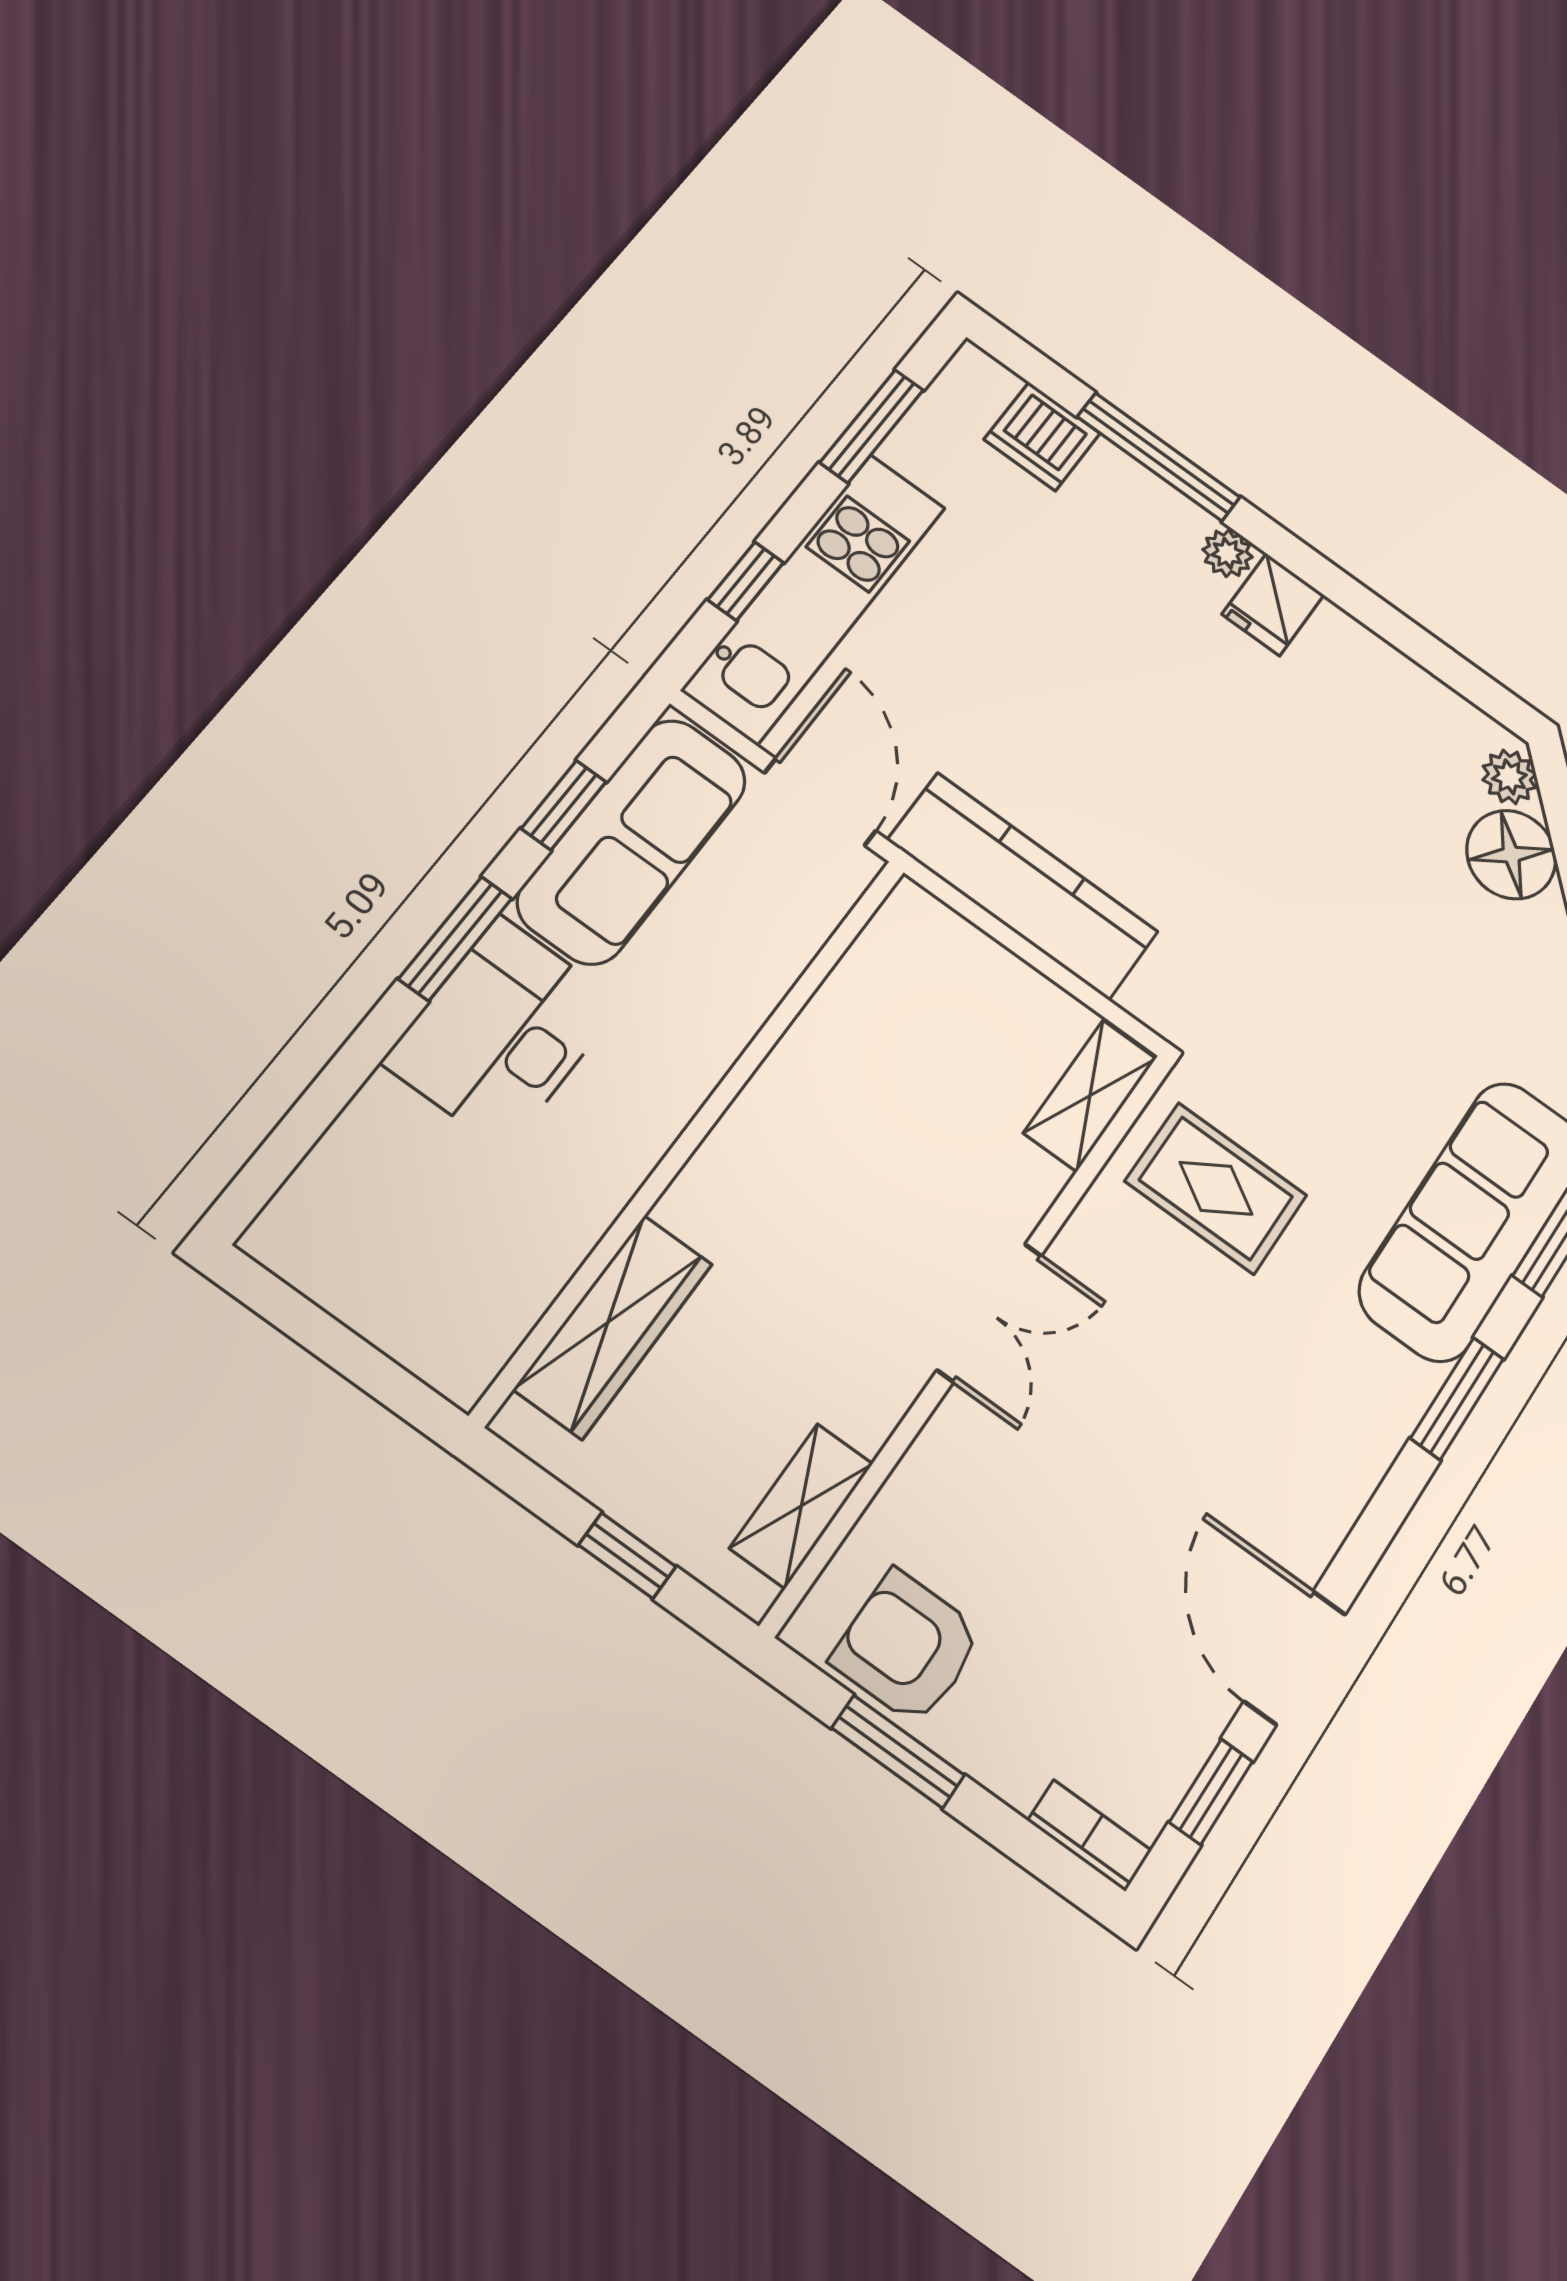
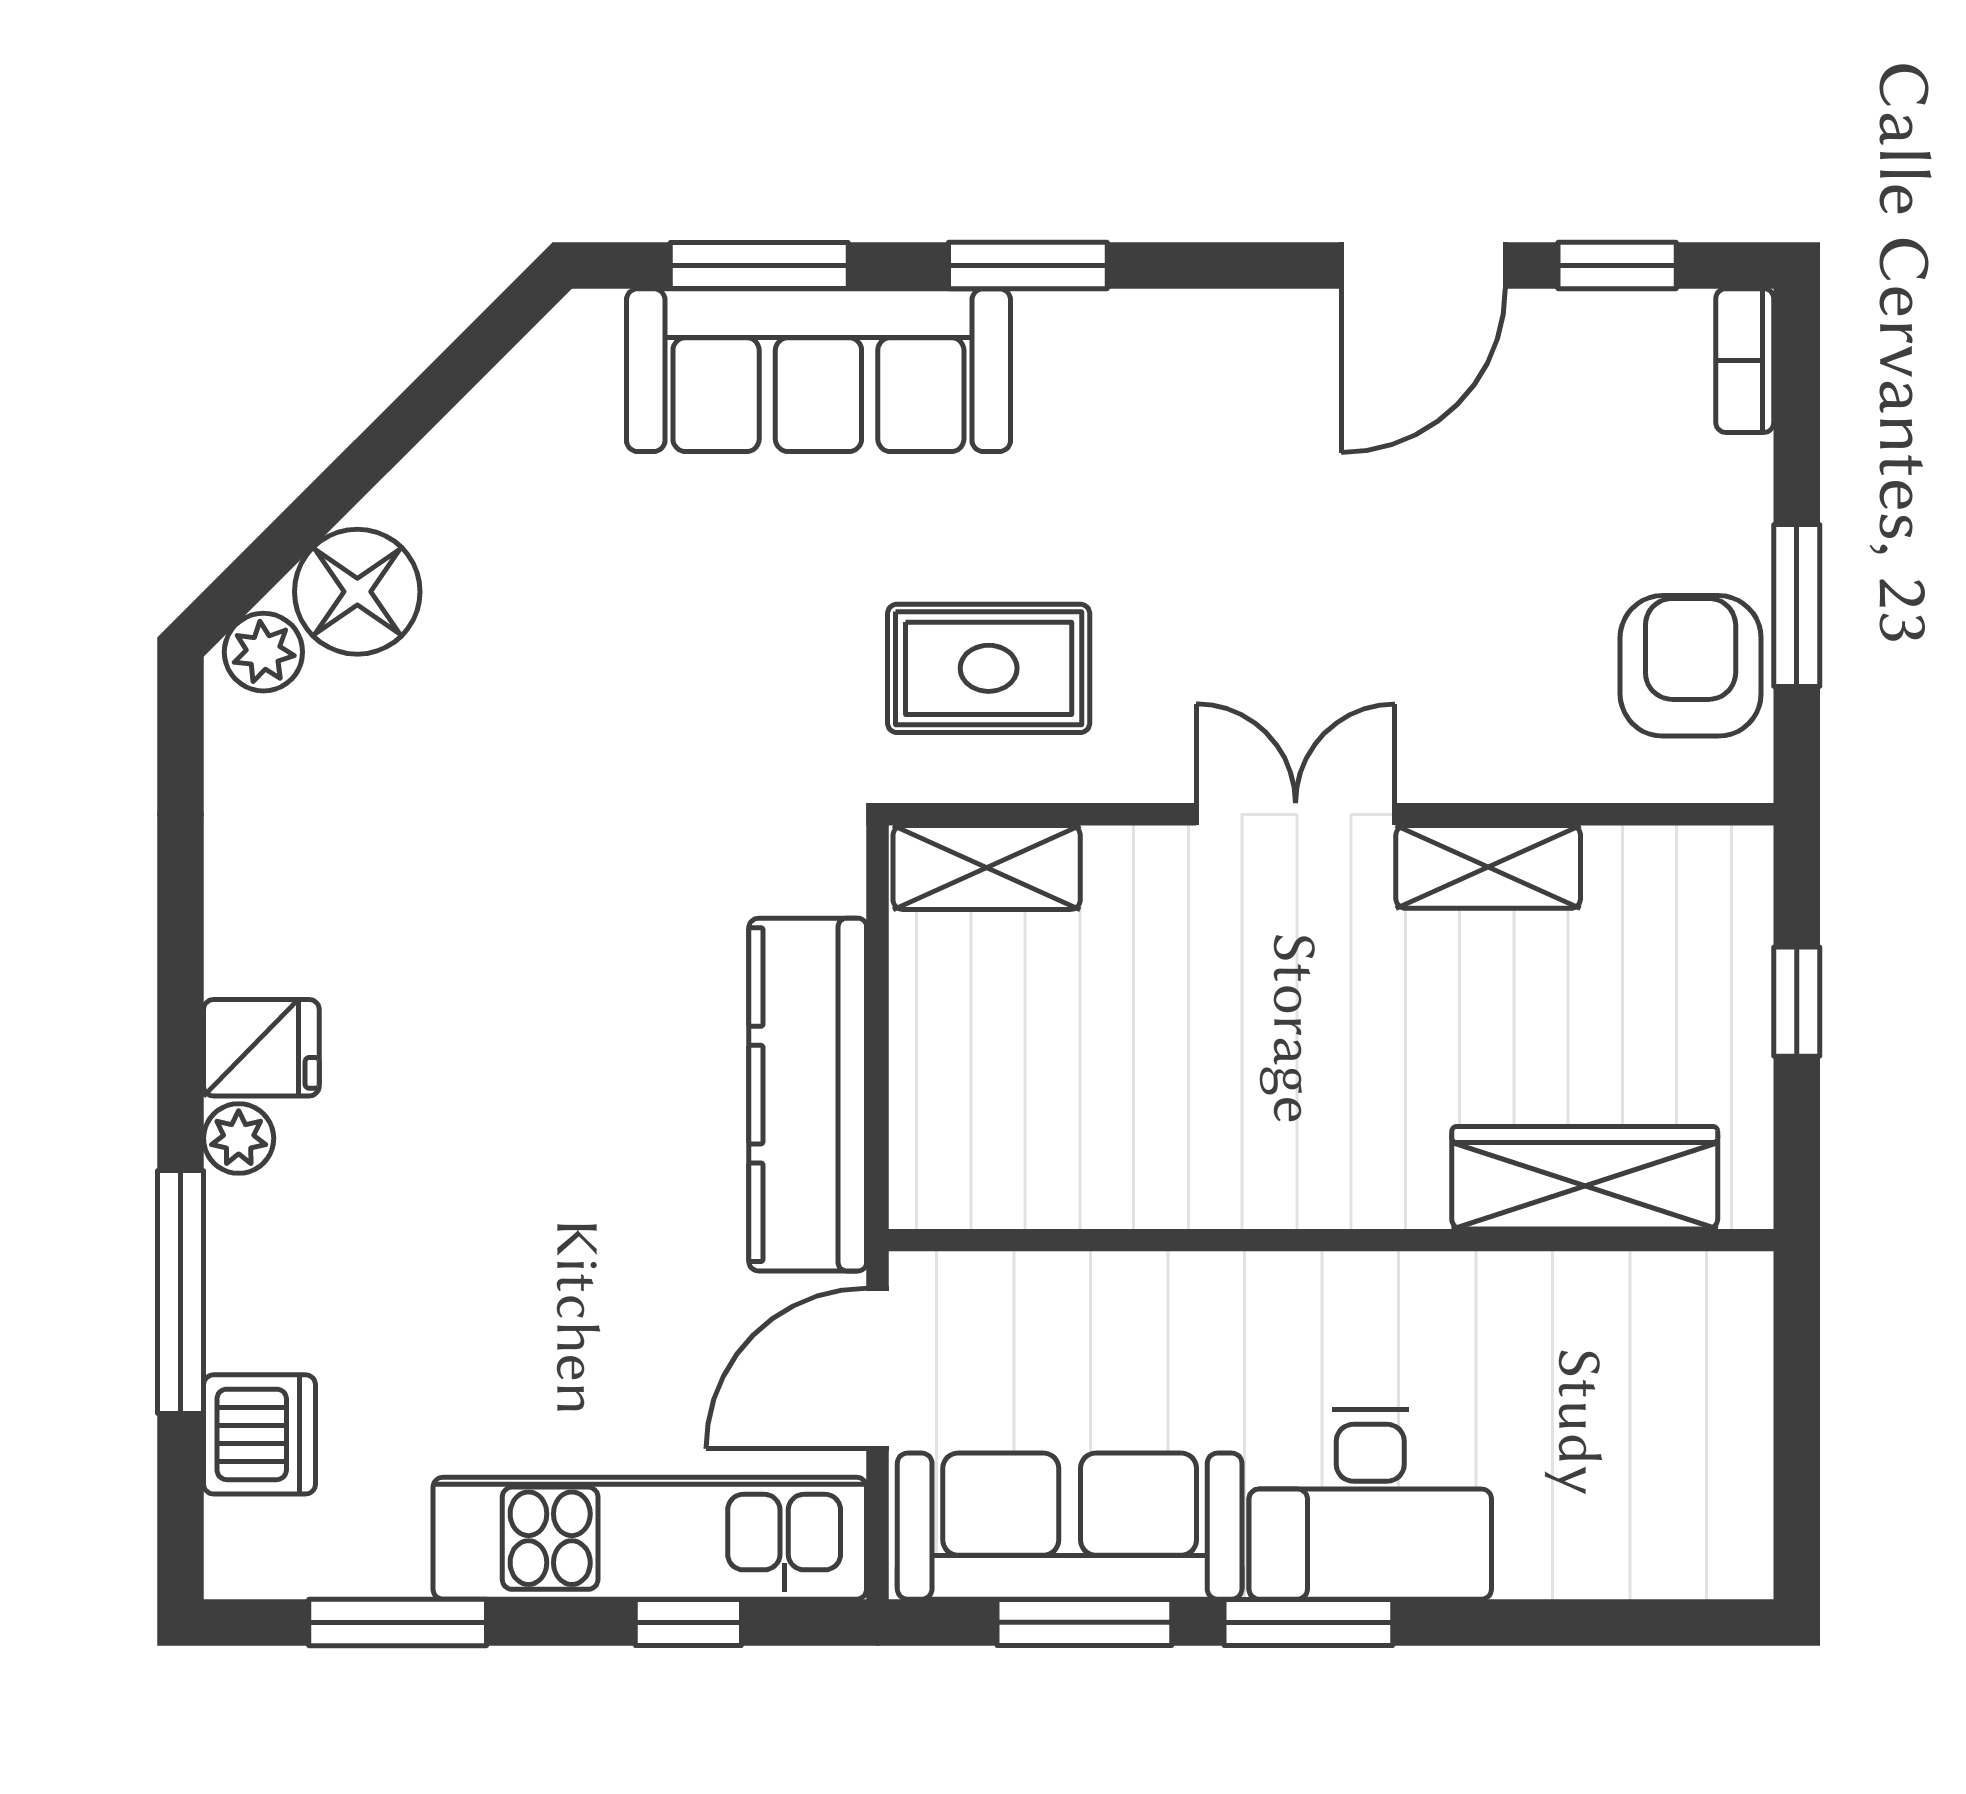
window: (564, 805) -> (1084, 1622), width x1.50
rug: (1216, 1188) -> (989, 668), turned 90
shelving: (801, 1506) -> (1488, 867), moved
armchair: (907, 1647) -> (1691, 666), turned 180

